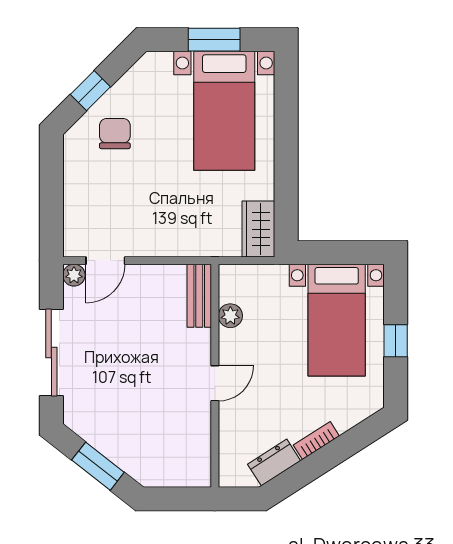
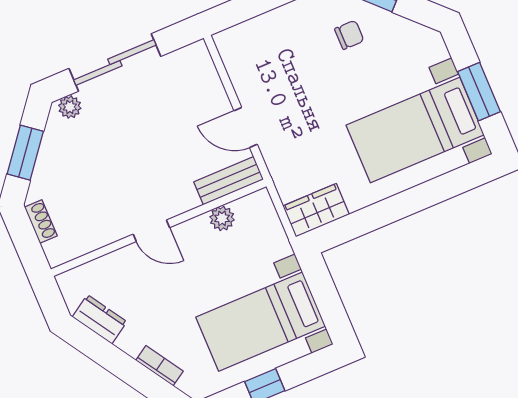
chair: (115, 134) -> (349, 35), width x0.73, depth x0.73
door: (105, 261) -> (246, 128), moved
plant: (74, 275) -> (70, 107), moved
bookcase: (316, 441) -> (159, 366), moved
shoe rack: (165, 478) -> (41, 221), added

